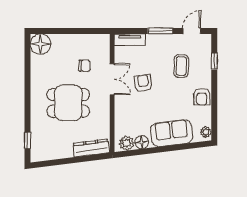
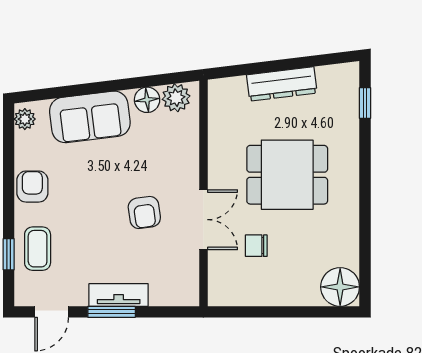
tv unit: (130, 40) -> (119, 295), moved
coffee table: (181, 66) -> (38, 249), moved
double door: (112, 79) -> (203, 220), swing flipped
dresser: (91, 148) -> (282, 84), moved

